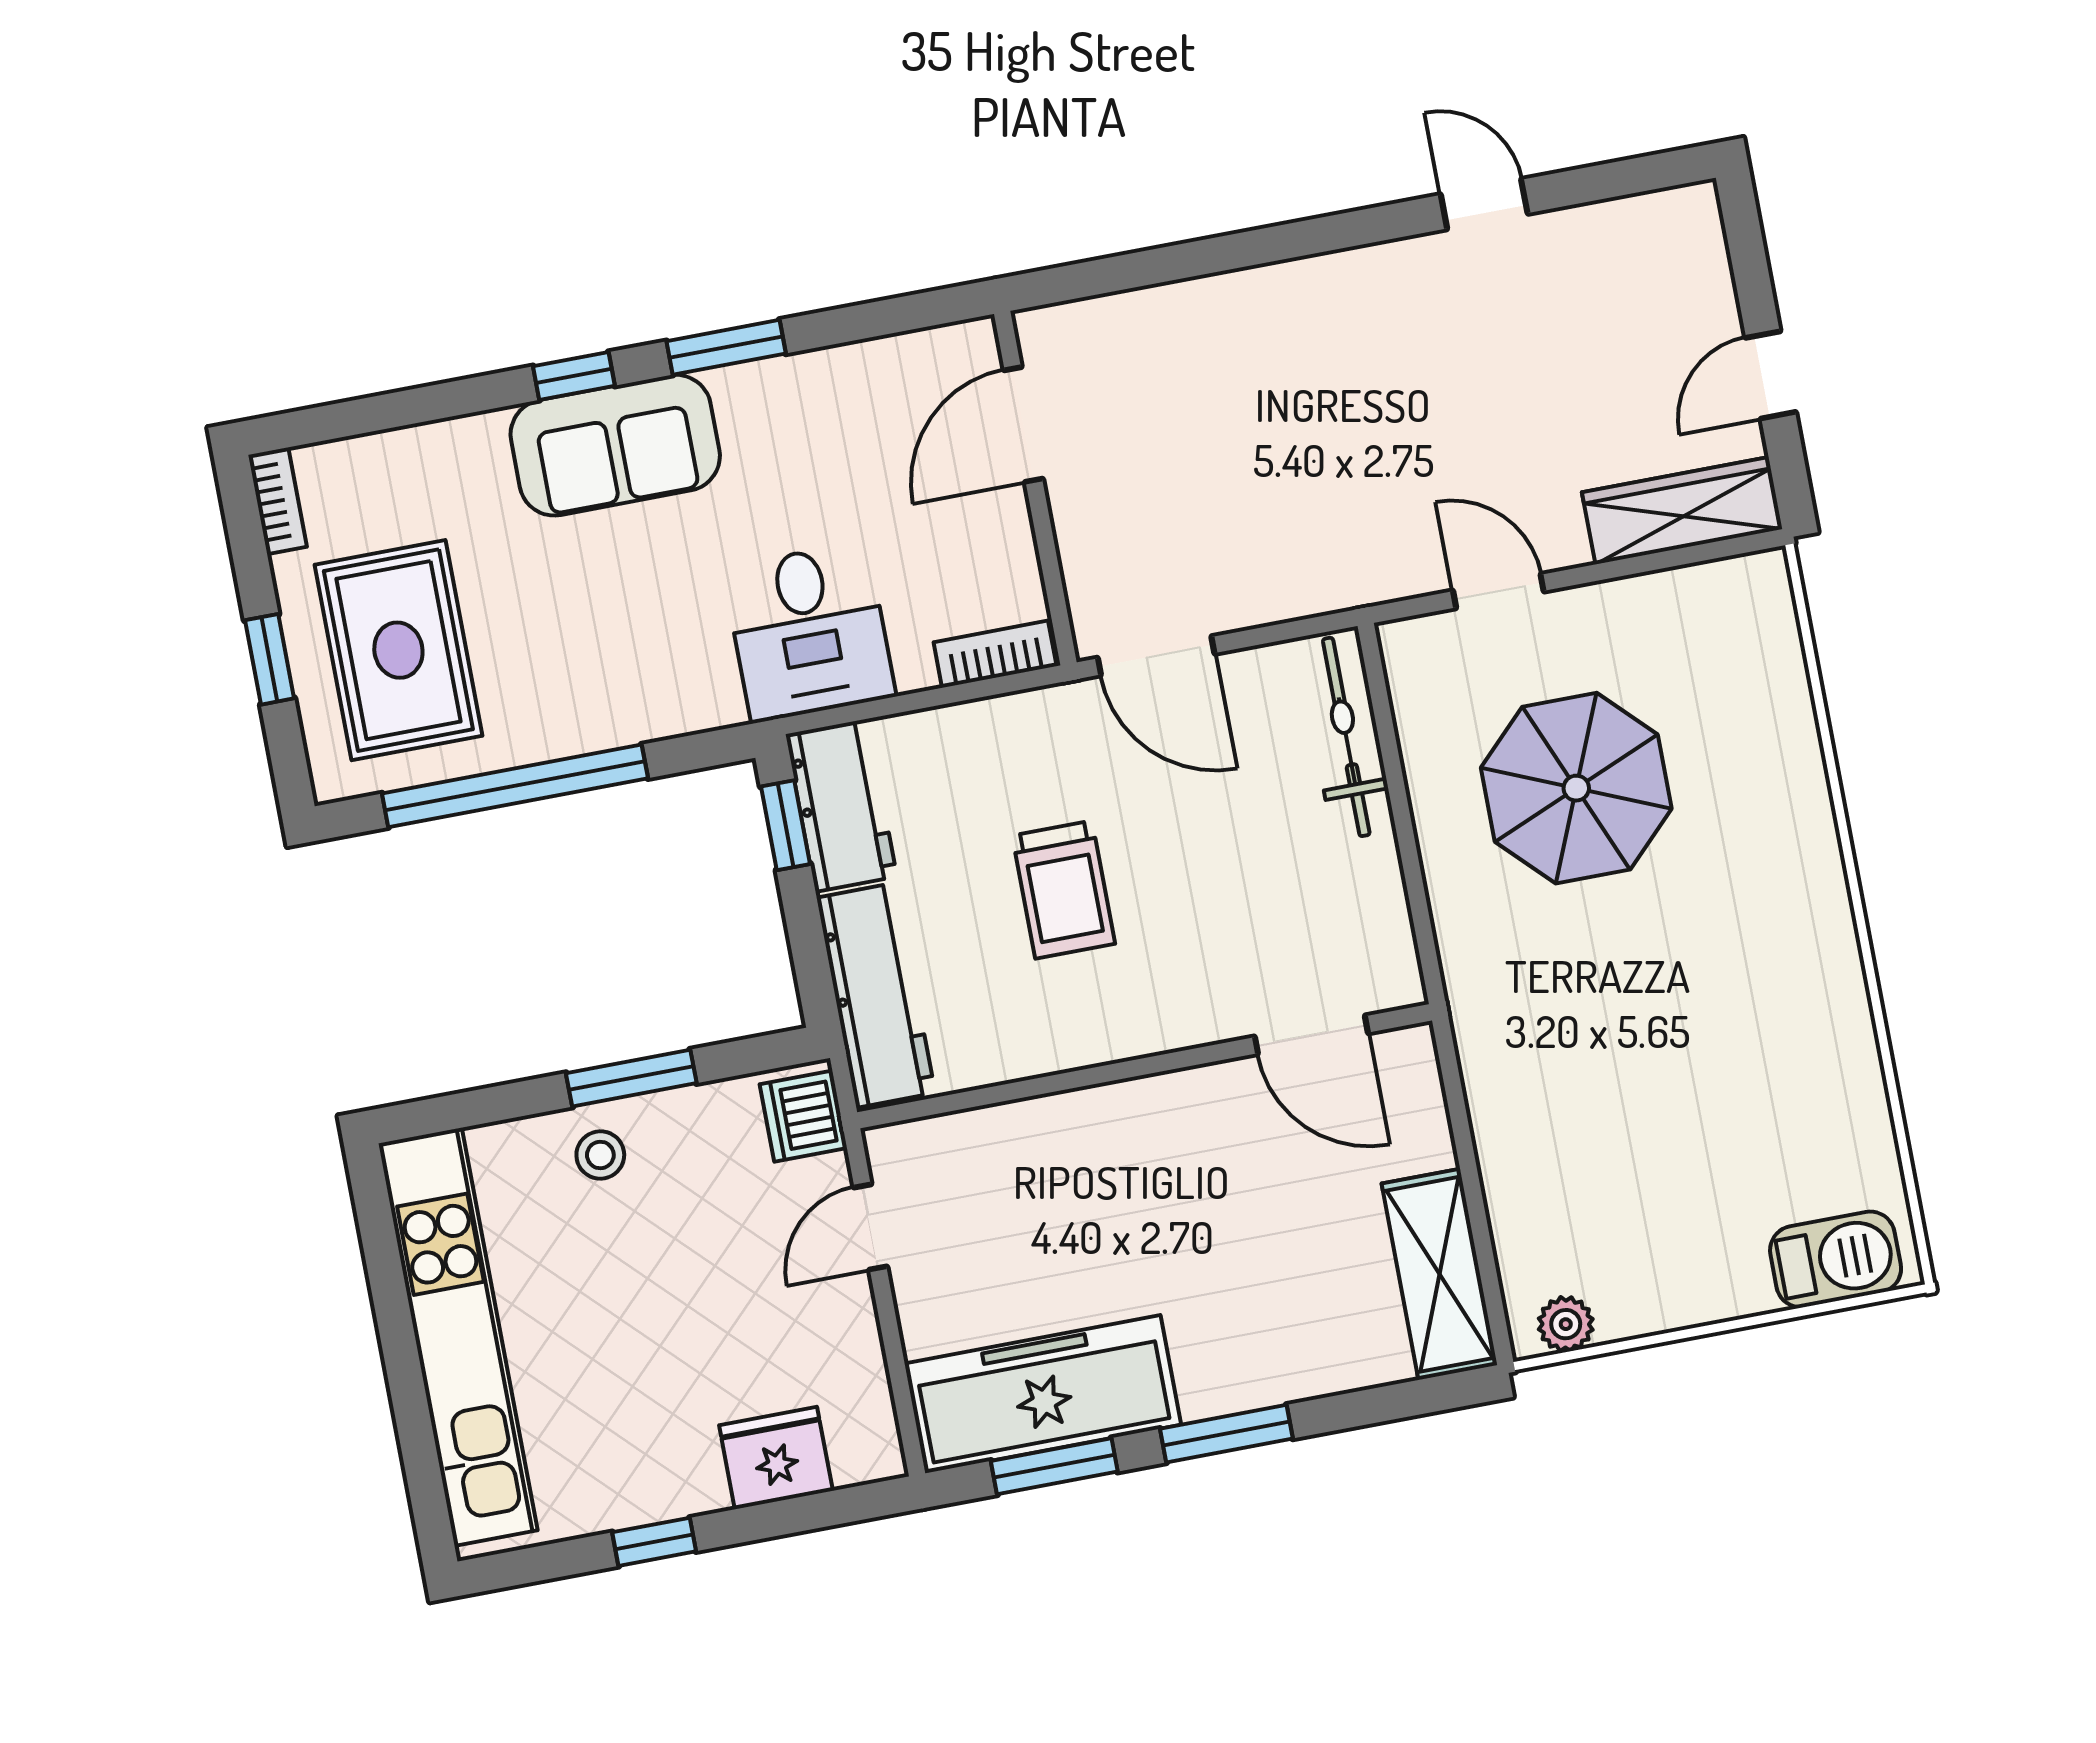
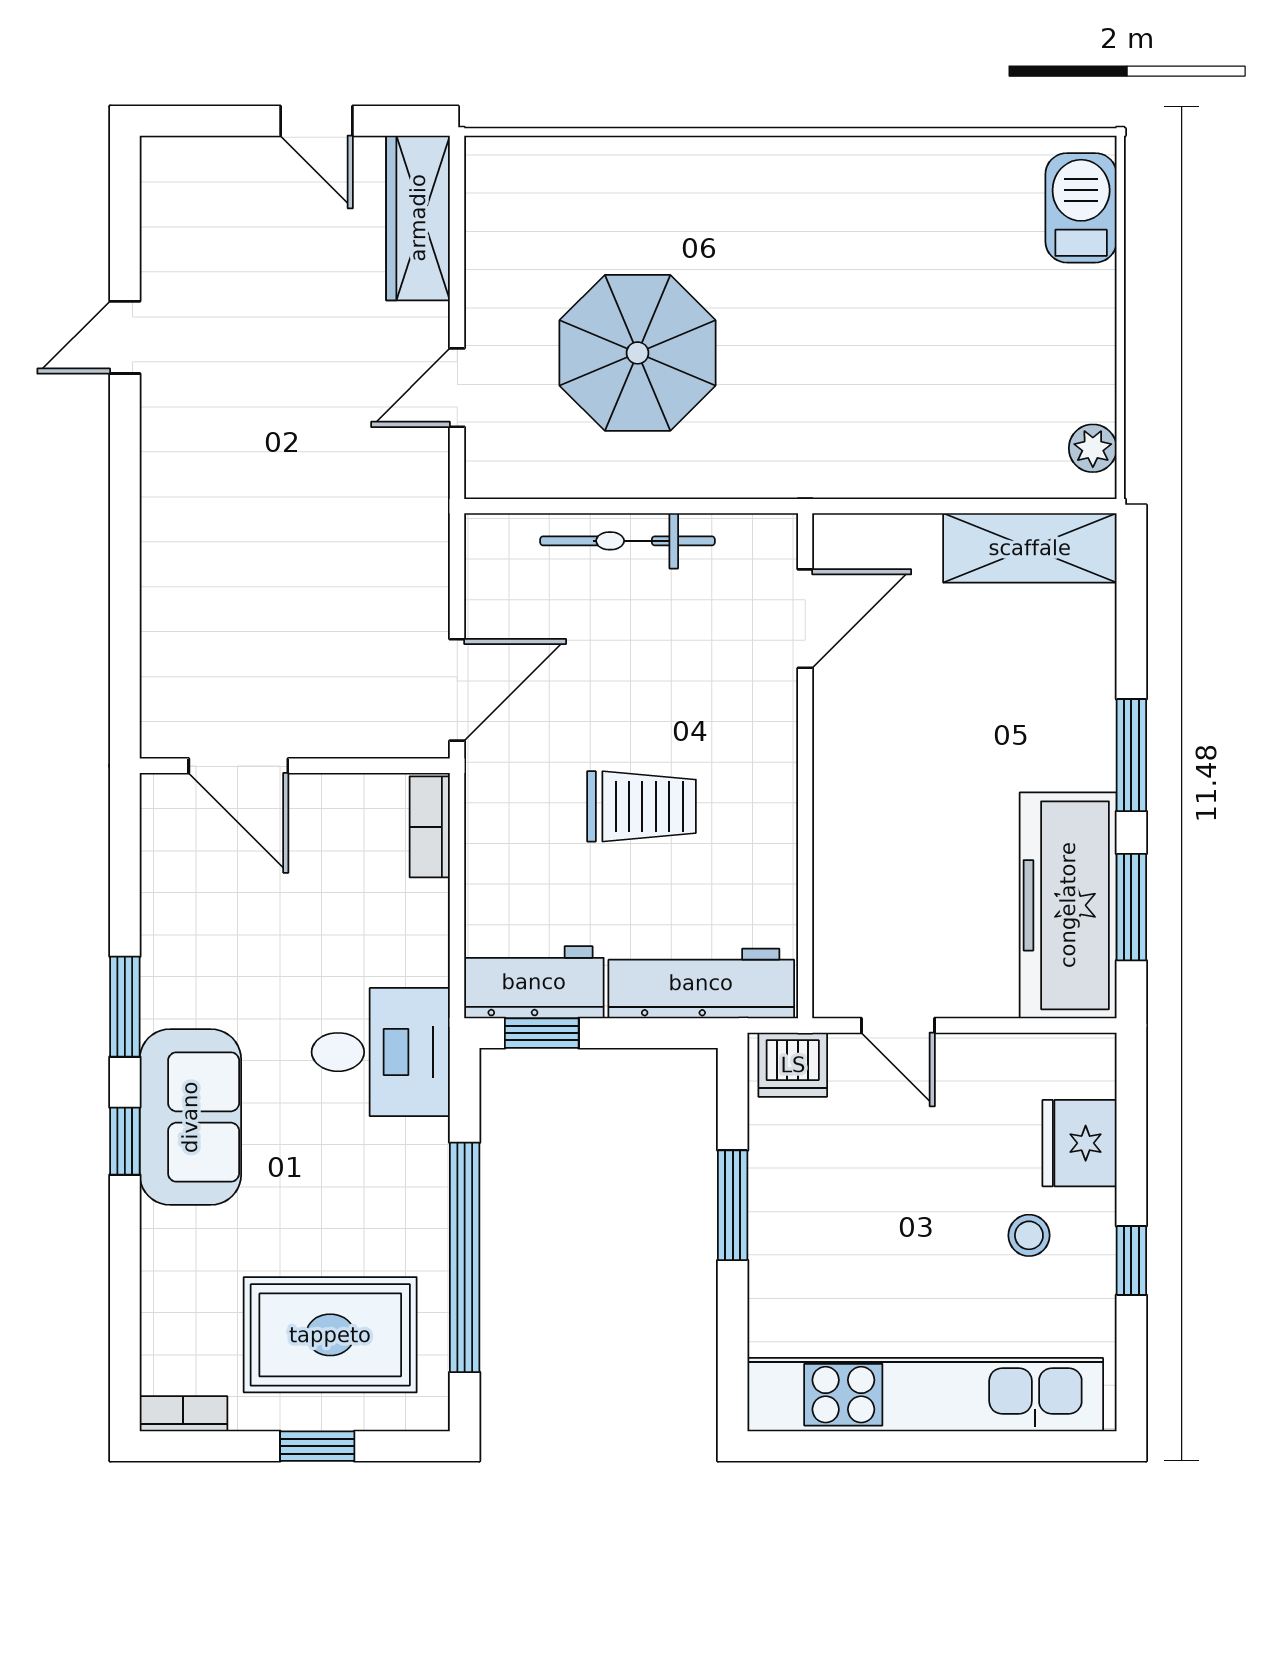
desk: (809, 632) -> (381, 1052), moved
bicycle: (1346, 737) -> (627, 541), moved
stool: (600, 1155) -> (1029, 1235), moved

